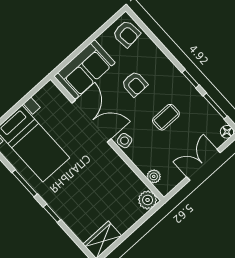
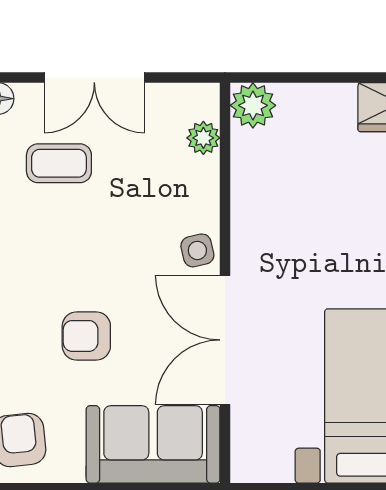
armchair: (135, 84) -> (86, 336), turned -90
coffee table: (166, 117) -> (59, 163), moved

